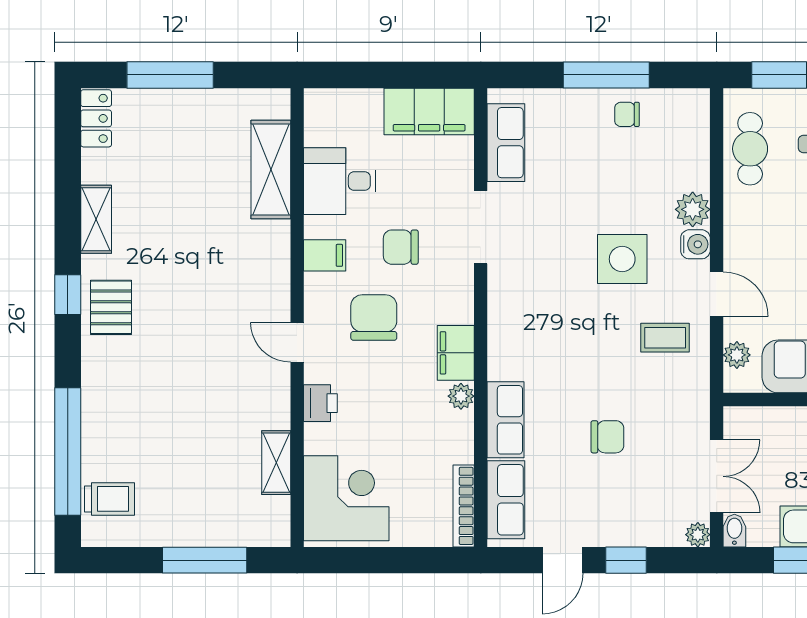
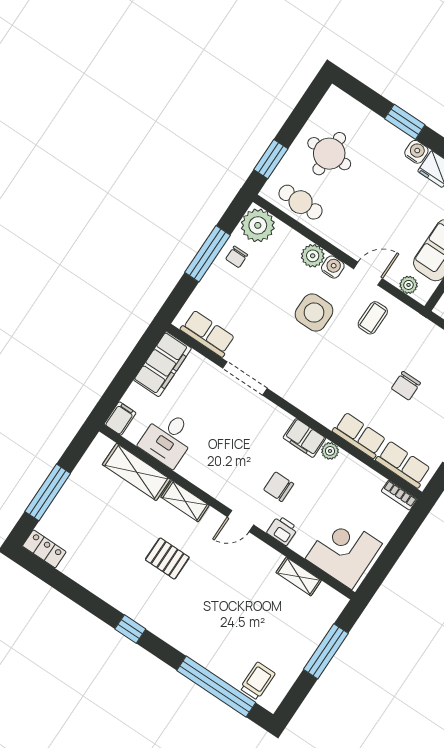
plant: (685, 114) -> (258, 225), added
shelving: (96, 219) -> (185, 501), moved
chair: (401, 247) -> (226, 429), removed
filing cabinet: (325, 255) -> (120, 418), moved
pallet: (111, 307) -> (167, 559), moved
chair: (374, 318) -> (279, 487), moved, width x0.73, depth x0.73
chair: (607, 437) -> (406, 386), turned 180
bookcase: (464, 506) -> (399, 495), width x0.64

